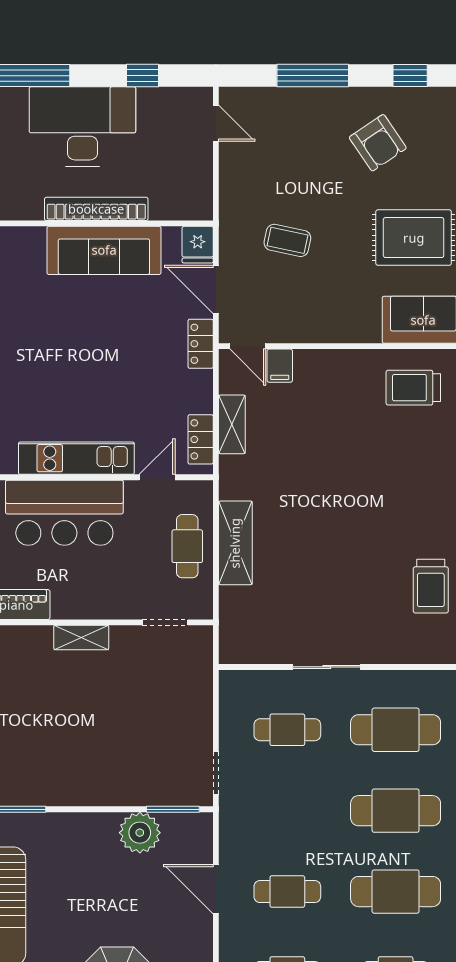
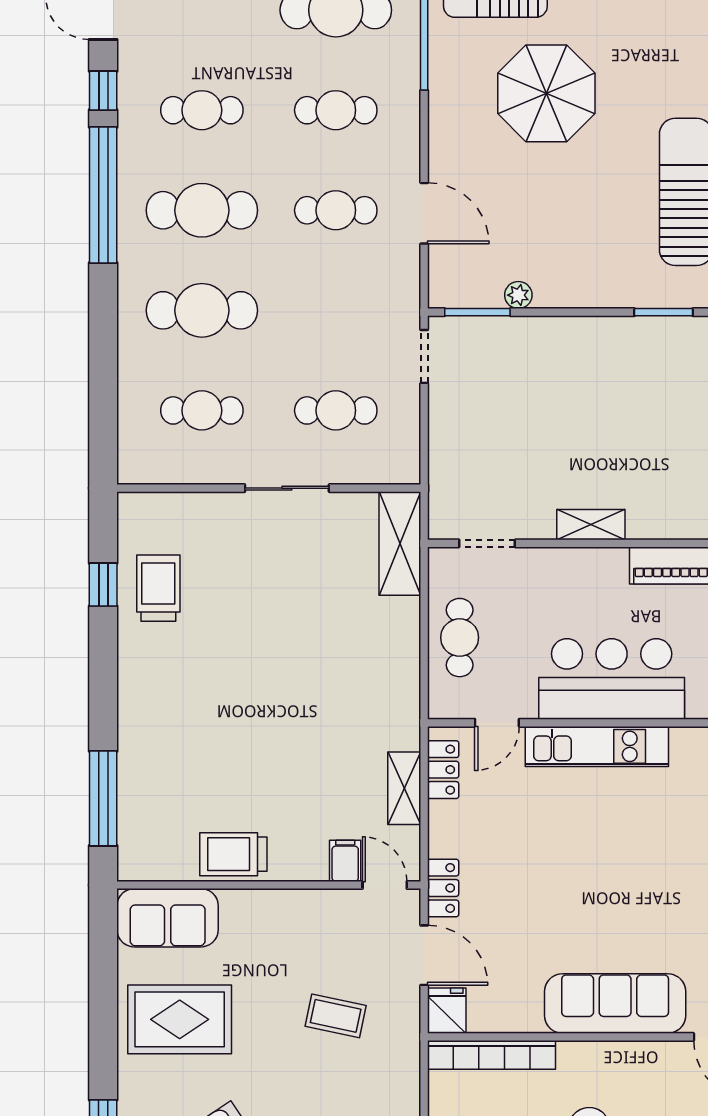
bookcase: (96, 209) -> (492, 1055), moved
sofa: (104, 250) -> (615, 1003), moved
trolley: (413, 388) -> (233, 854), moved, turned 180
shelving: (235, 543) -> (400, 543), moved
cafe table: (396, 730) -> (202, 410), width x0.73, depth x0.74
plant: (140, 833) -> (518, 295), width x0.53, depth x0.53

